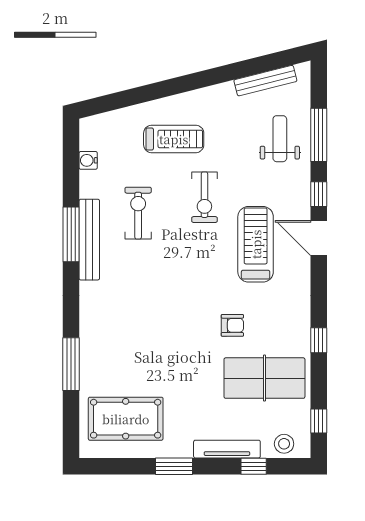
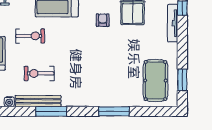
bench: (89, 240) -> (38, 101), moved
window: (71, 364) -> (114, 111), moved
window: (174, 466) -> (182, 80), moved

